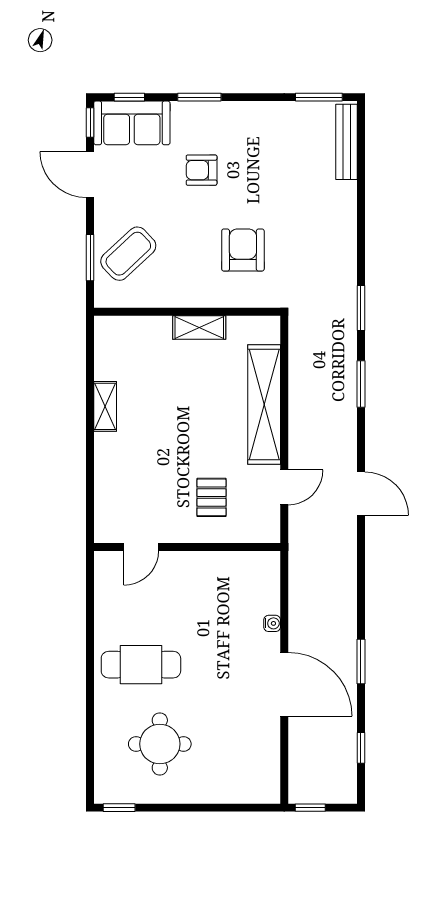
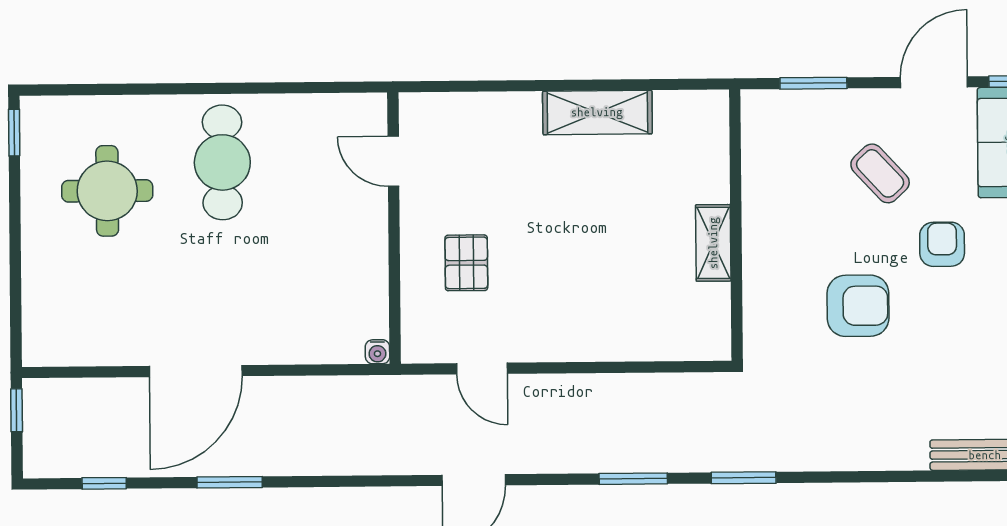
armchair: (243, 250) -> (858, 306), moved
coffee table: (128, 254) -> (880, 173), moved, width x0.73, depth x0.77
shelving: (264, 405) -> (602, 338), removed
shelving: (105, 406) -> (597, 112), width x1.50, depth x1.33
pallet: (211, 497) -> (466, 263), turned 90
water cooler: (272, 623) -> (377, 352), moved

